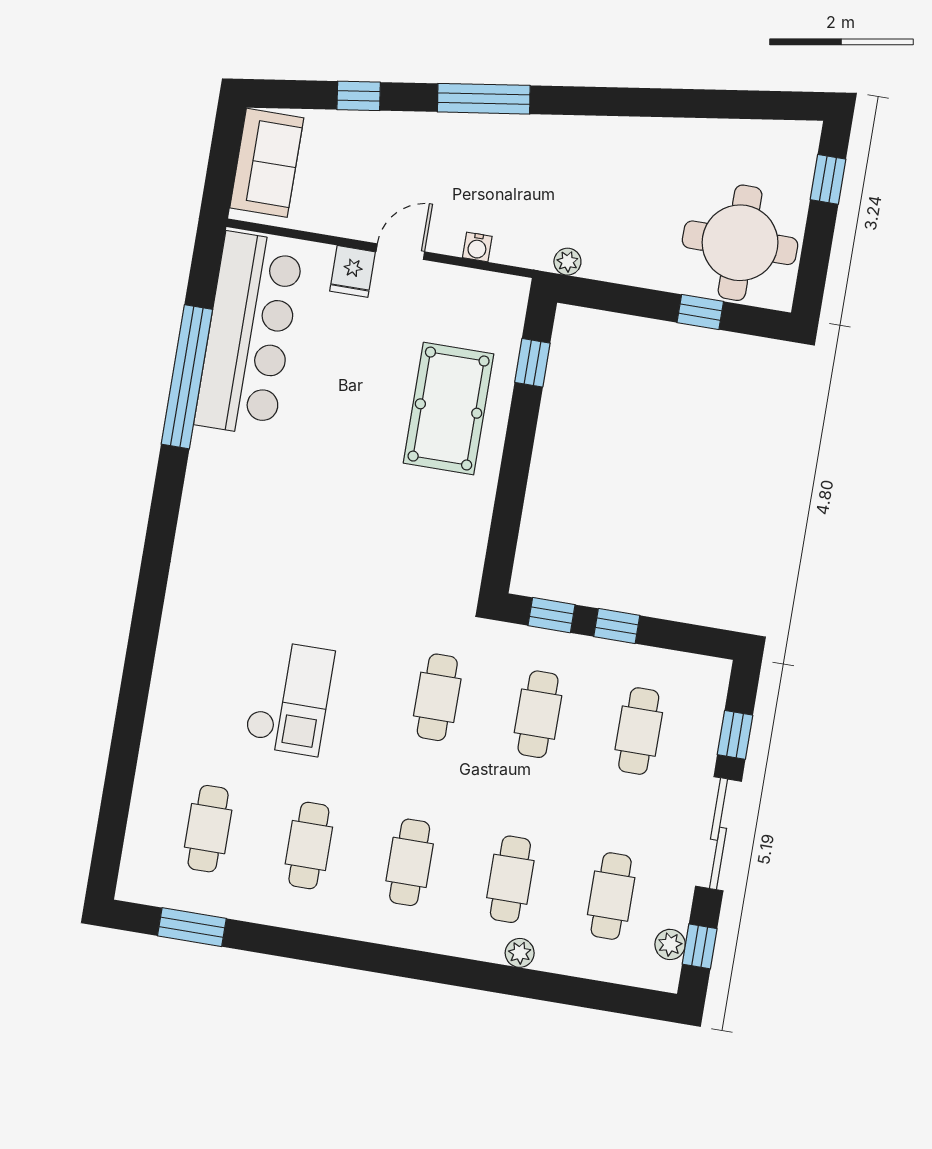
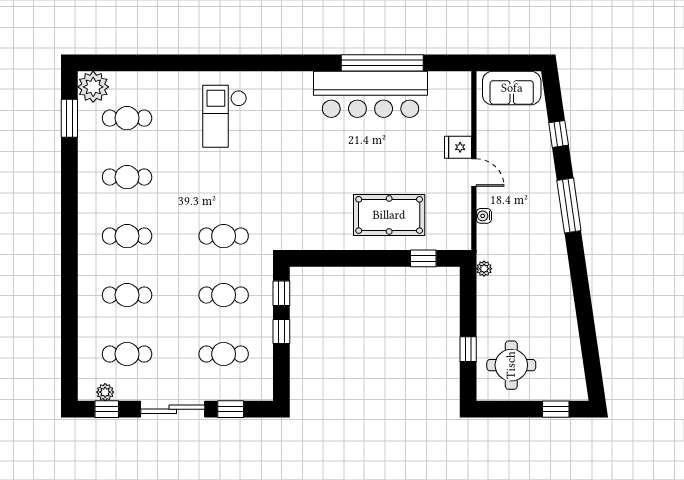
round table: (740, 243) -> (511, 365), width x0.73, depth x0.73
bar counter: (249, 334) -> (370, 94), moved
checkout: (289, 698) -> (225, 116), moved, turned 90
plant: (520, 953) -> (93, 87), moved, width x1.88, depth x1.88

